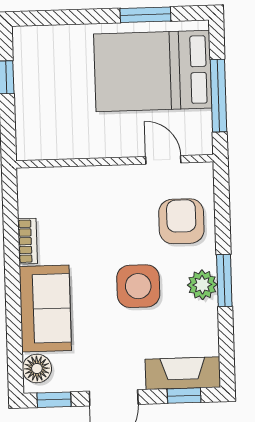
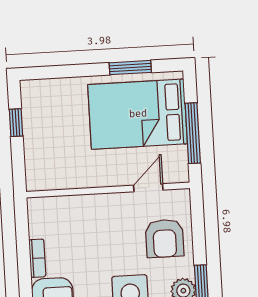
door: (163, 160) -> (148, 188), hinge flipped
armchair: (181, 221) -> (165, 238), turned 180

